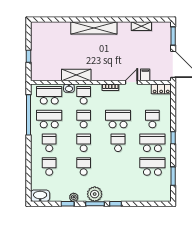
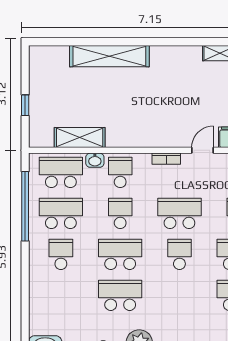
shelving: (94, 28) -> (109, 56), moved
shelving: (76, 75) -> (80, 137), moved
school desk: (84, 143) -> (120, 254), width x1.85
school desk: (49, 167) -> (61, 295), removed
school desk: (84, 167) -> (120, 295), width x1.85

